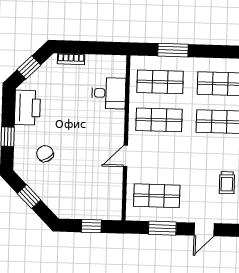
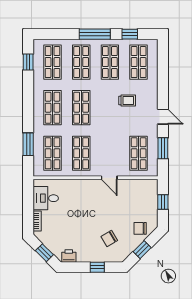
desk: (109, 93) -> (46, 198), moved, turned -90
printer: (27, 108) -> (69, 256), width x0.53, depth x0.68
chair: (57, 195) -> (140, 228), added

